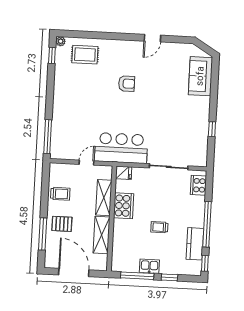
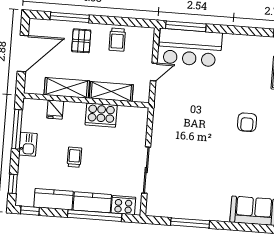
window: (212, 129) -> (190, 223), width x2.17
bar counter: (121, 148) -> (190, 48), moved, turned 90
door: (86, 163) -> (154, 72), hinge flipped
fridge: (124, 173) -> (55, 110), moved
kitchen counter: (197, 211) -> (92, 202), added
window: (207, 224) -> (95, 216), moved
window: (169, 277) -> (13, 184), moved

